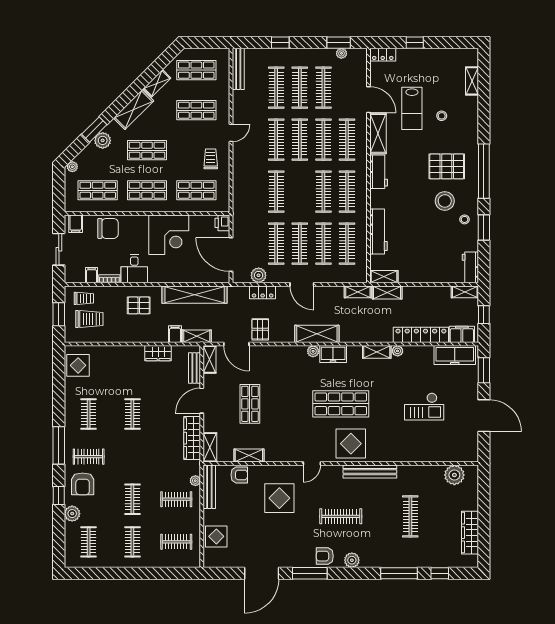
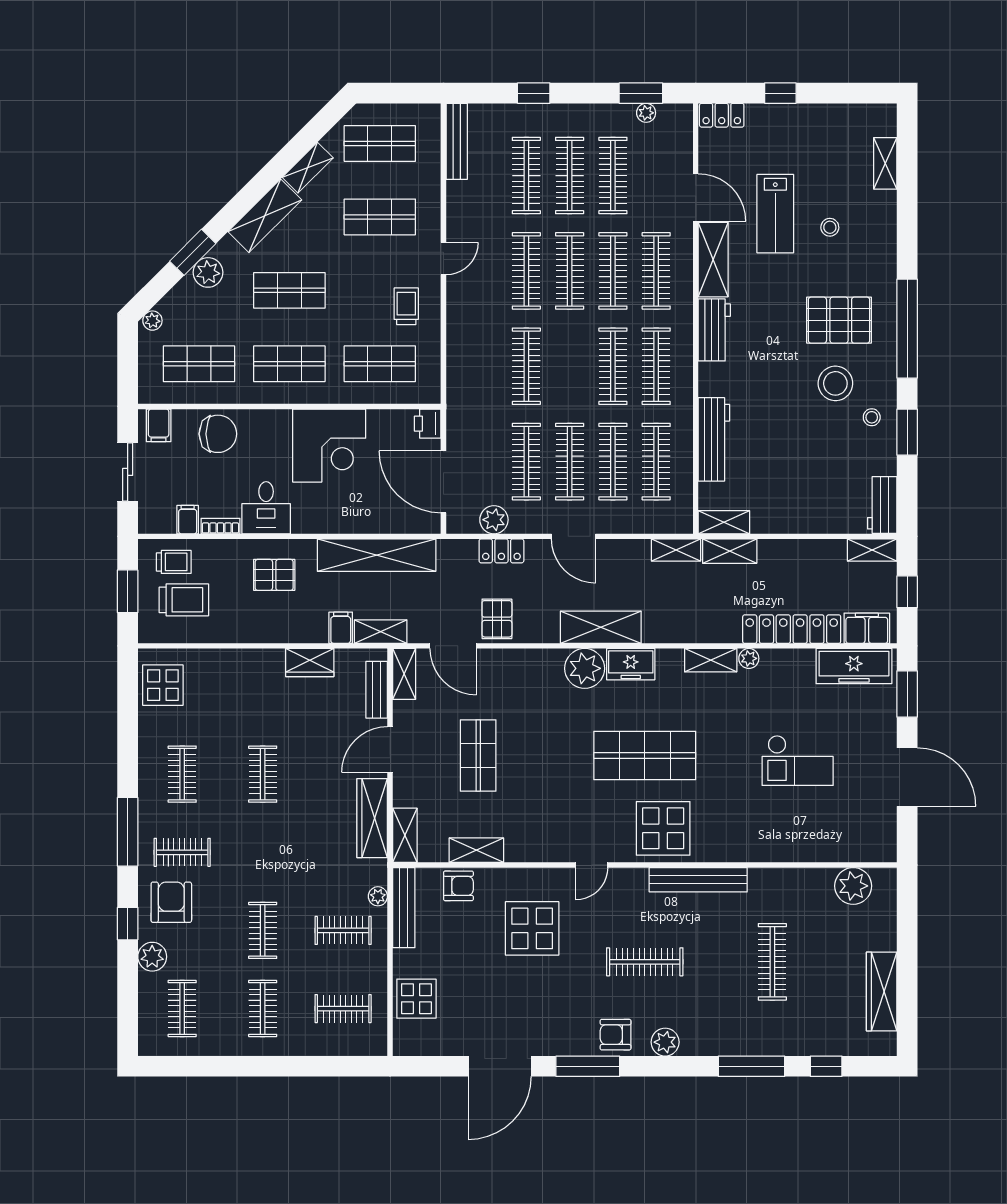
plant: (313, 351) -> (585, 668), width x1.88, depth x1.88
armchair: (83, 484) -> (171, 902), turned 180

